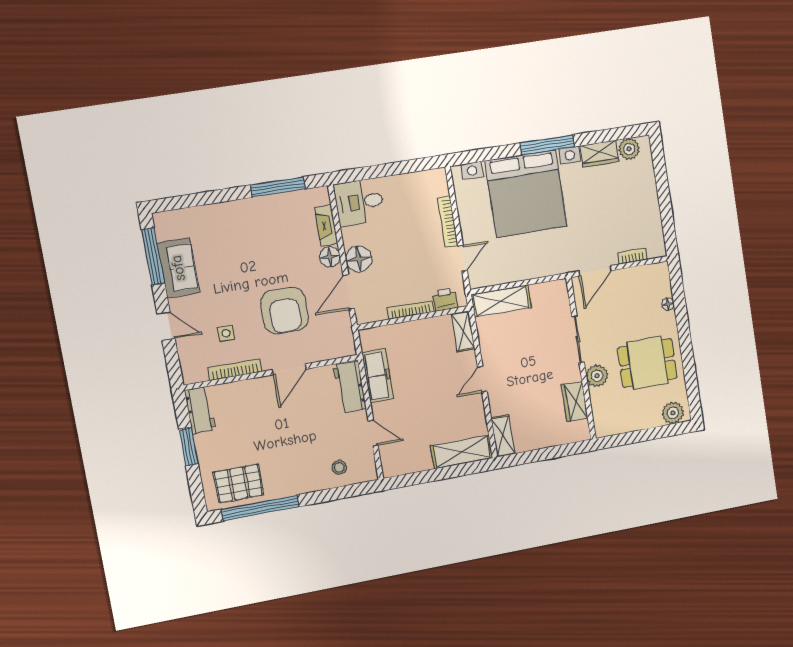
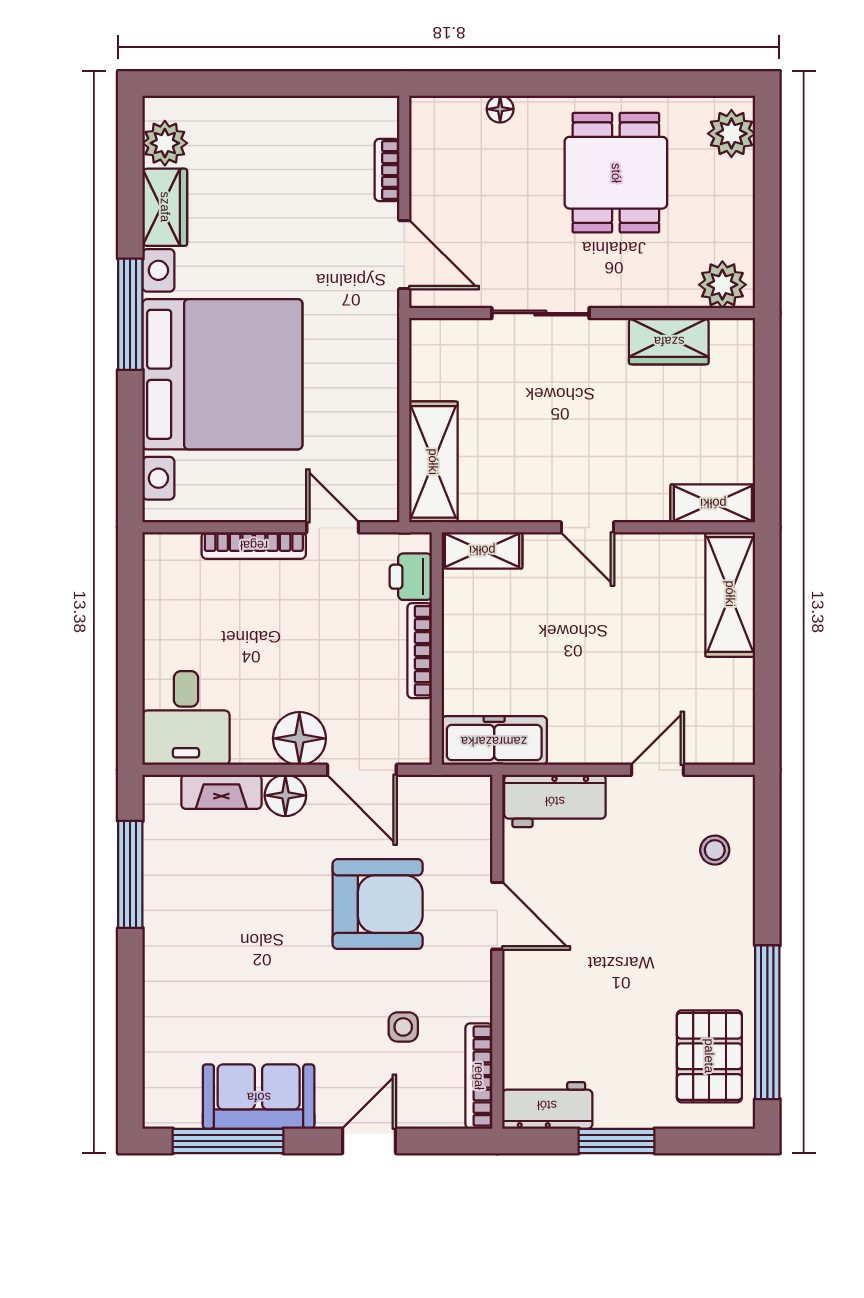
bookcase: (235, 370) -> (479, 1076), moved
freezer: (378, 376) -> (494, 741), moved
plant: (597, 376) -> (722, 285), moved

